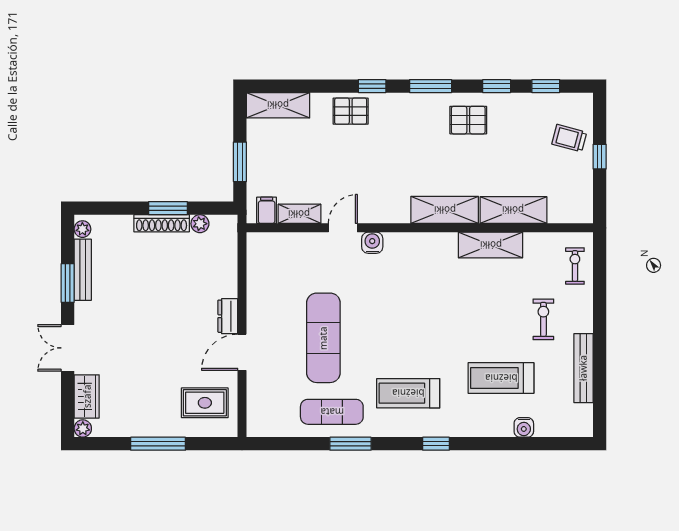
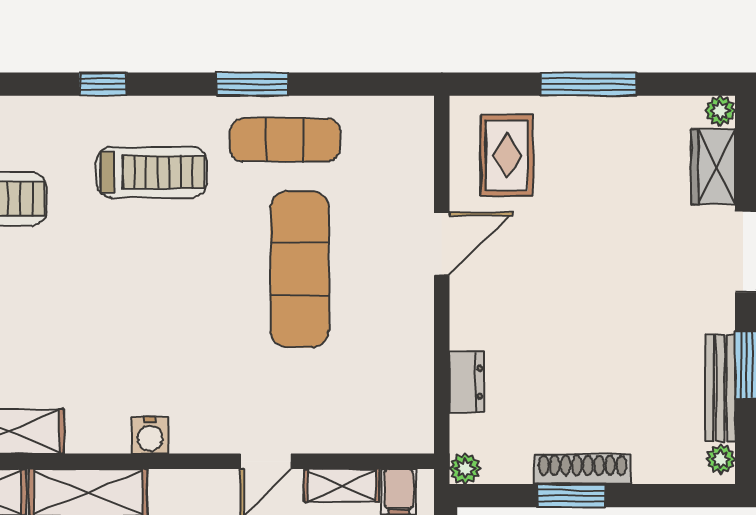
plant: (200, 224) -> (465, 469), moved
water cooler: (372, 243) -> (150, 435), moved
dresser: (228, 316) -> (467, 382), moved
rug: (205, 403) -> (507, 156), turned 90

